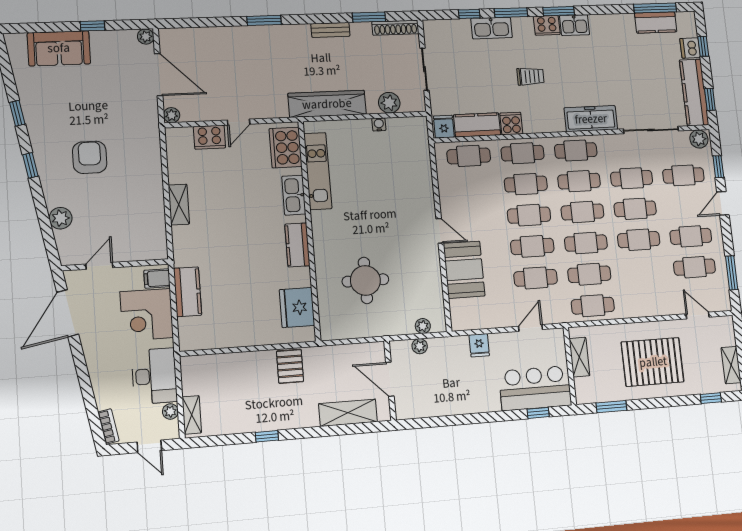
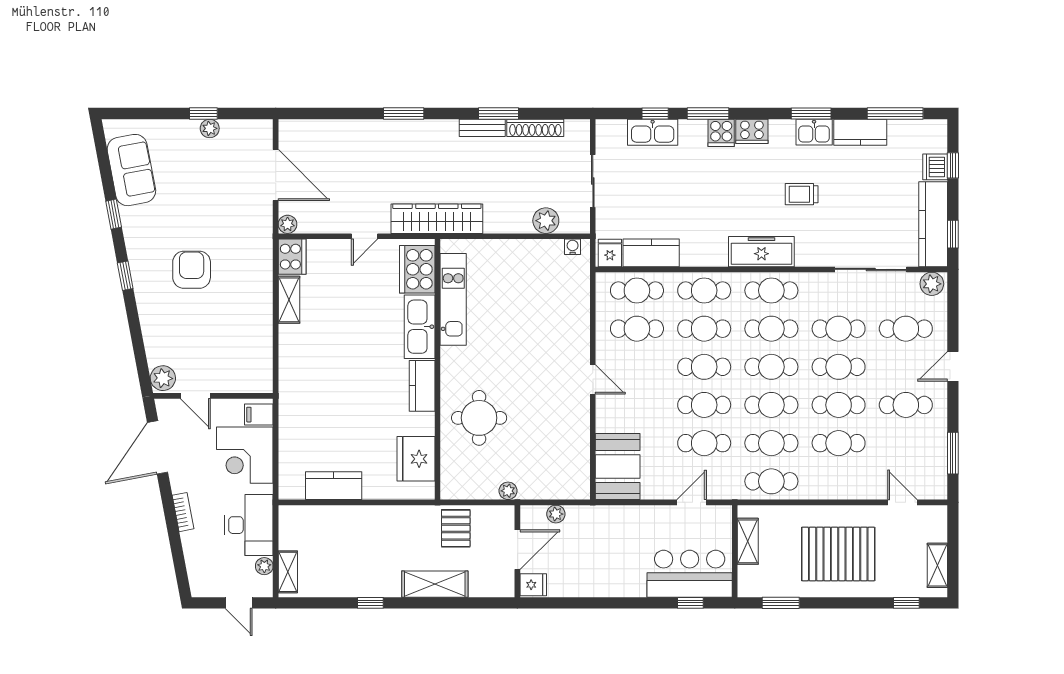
window: (559, 11) -> (811, 114), moved
window: (369, 17) -> (498, 114), moved
kitchen counter: (656, 22) -> (860, 132), moved
kitchen sink: (575, 25) -> (814, 132), moved
shoe rack: (395, 28) -> (535, 128), moved
kitchen sink: (491, 28) -> (653, 132), moved
plant: (146, 37) -> (210, 128), moved
sofa: (59, 48) -> (131, 170), moved, turned -101
trolley: (530, 76) -> (802, 194), moved, turned 180
wardrobe: (327, 104) -> (437, 219), moved
freezer: (591, 119) -> (761, 252), moved
cooker: (511, 123) -> (721, 133), moved, turned 180
water cooler: (379, 124) -> (573, 247), moved
cooker: (209, 137) -> (292, 257), moved, turned -90
window: (718, 167) -> (953, 320), removed
cafe table: (472, 187) -> (637, 329), added
kitchen sink: (294, 195) -> (420, 327), width x1.36, depth x1.24
shelving: (179, 205) -> (289, 300), moved
plant: (61, 218) -> (163, 378), moved
door: (99, 266) -> (195, 396), swing flipped
cafe table: (695, 267) -> (839, 443), moved
booth: (464, 270) -> (618, 467), moved
round table: (365, 280) -> (479, 418), moved
kitchen counter: (188, 292) -> (334, 486), moved, turned -90
plant: (423, 326) -> (508, 491), moved
fridge: (479, 345) -> (533, 585), moved, turned -90
pallet: (290, 366) -> (456, 528), moved
door: (390, 379) -> (517, 550), swing flipped
shelving: (348, 413) -> (435, 584), moved
bookcase: (108, 426) -> (183, 512), moved

